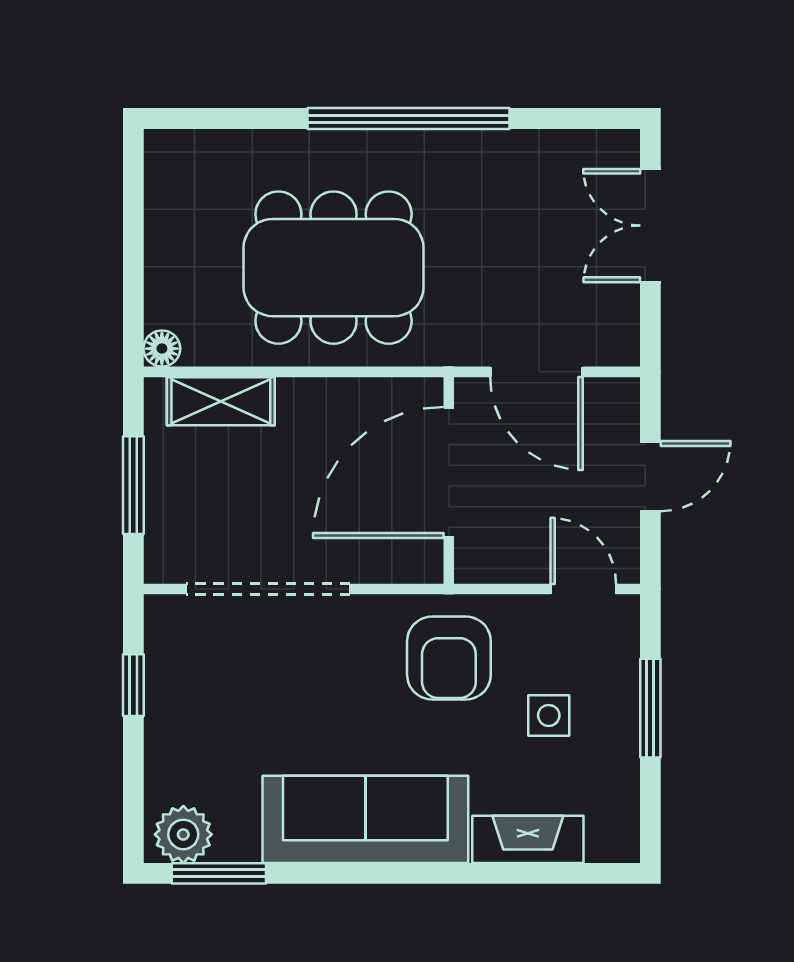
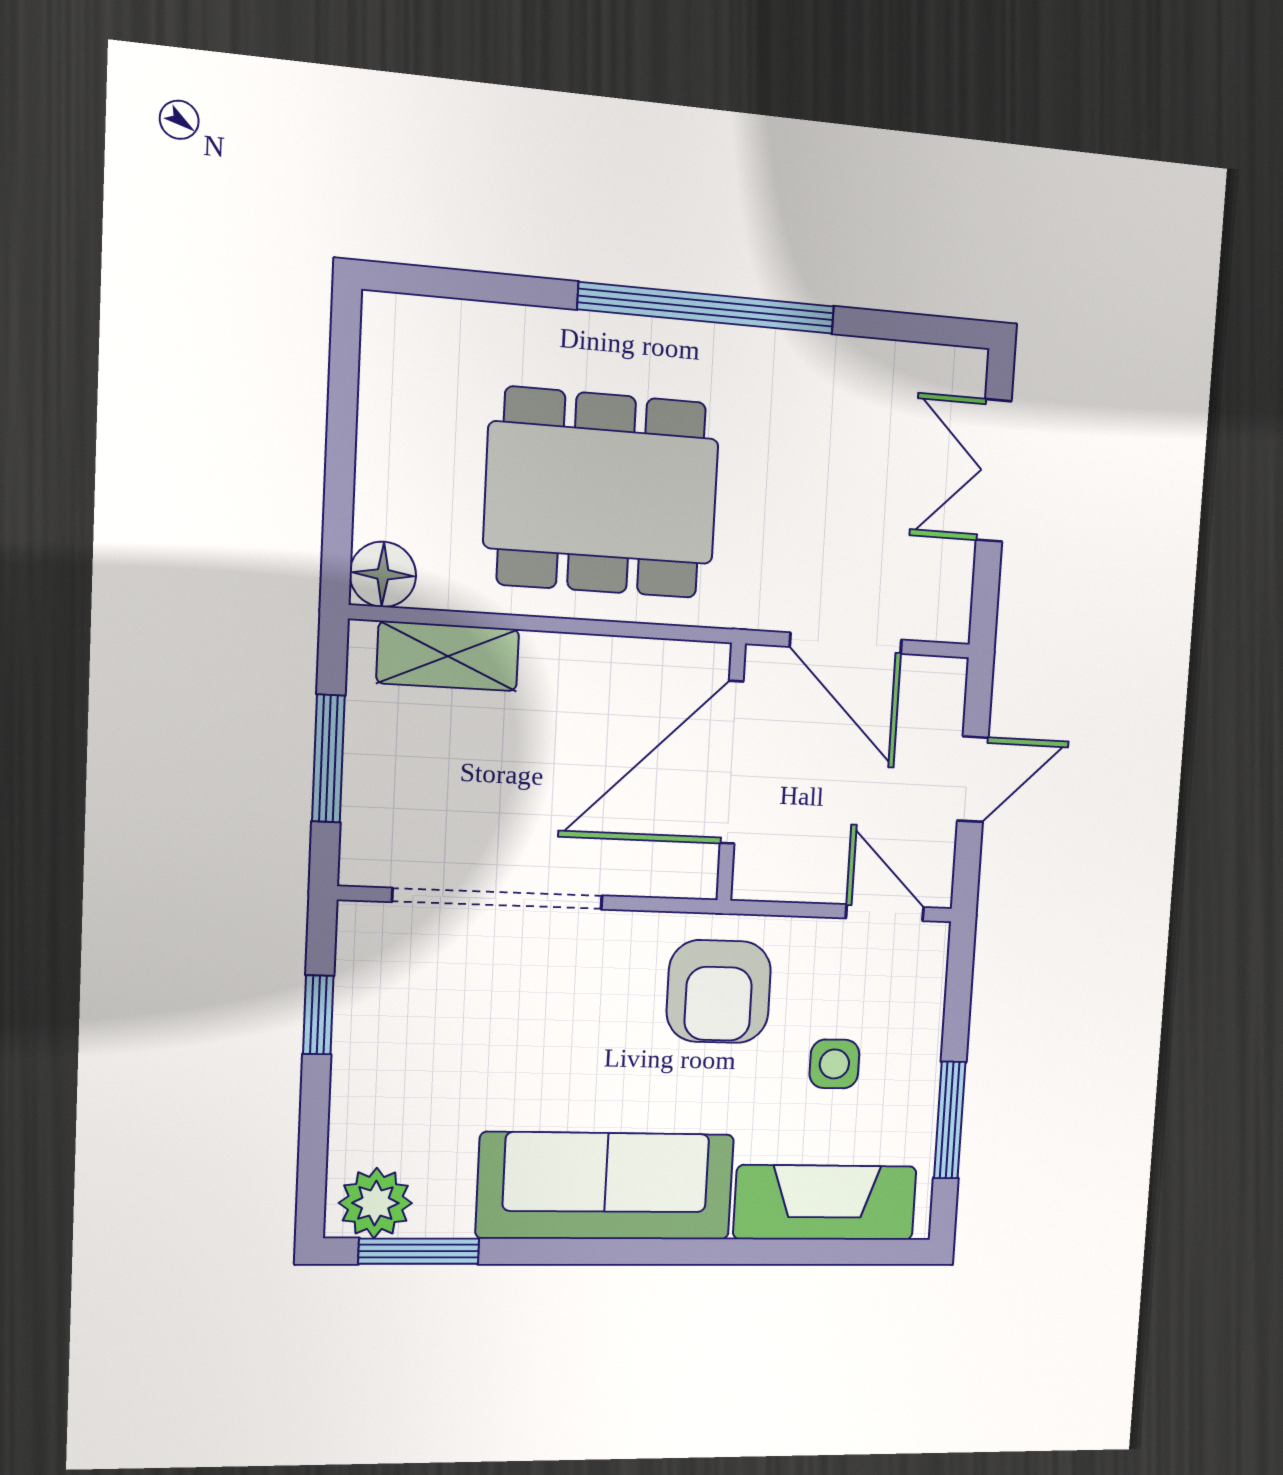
floor lamp: (162, 349) -> (383, 574), width x1.37, depth x1.37
window: (650, 708) -> (950, 1120), moved
fireplace: (528, 839) -> (825, 1203), width x1.37, depth x1.32

